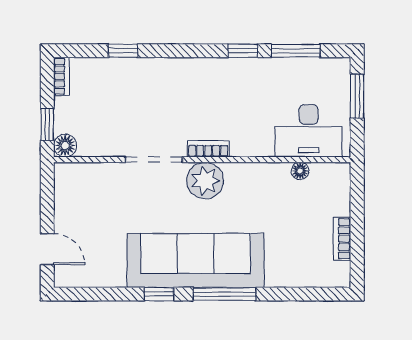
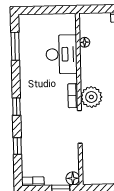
window: (243, 51) -> (16, 107), moved
window: (357, 96) -> (41, 10), removed
desk: (309, 131) -> (62, 54), moved

